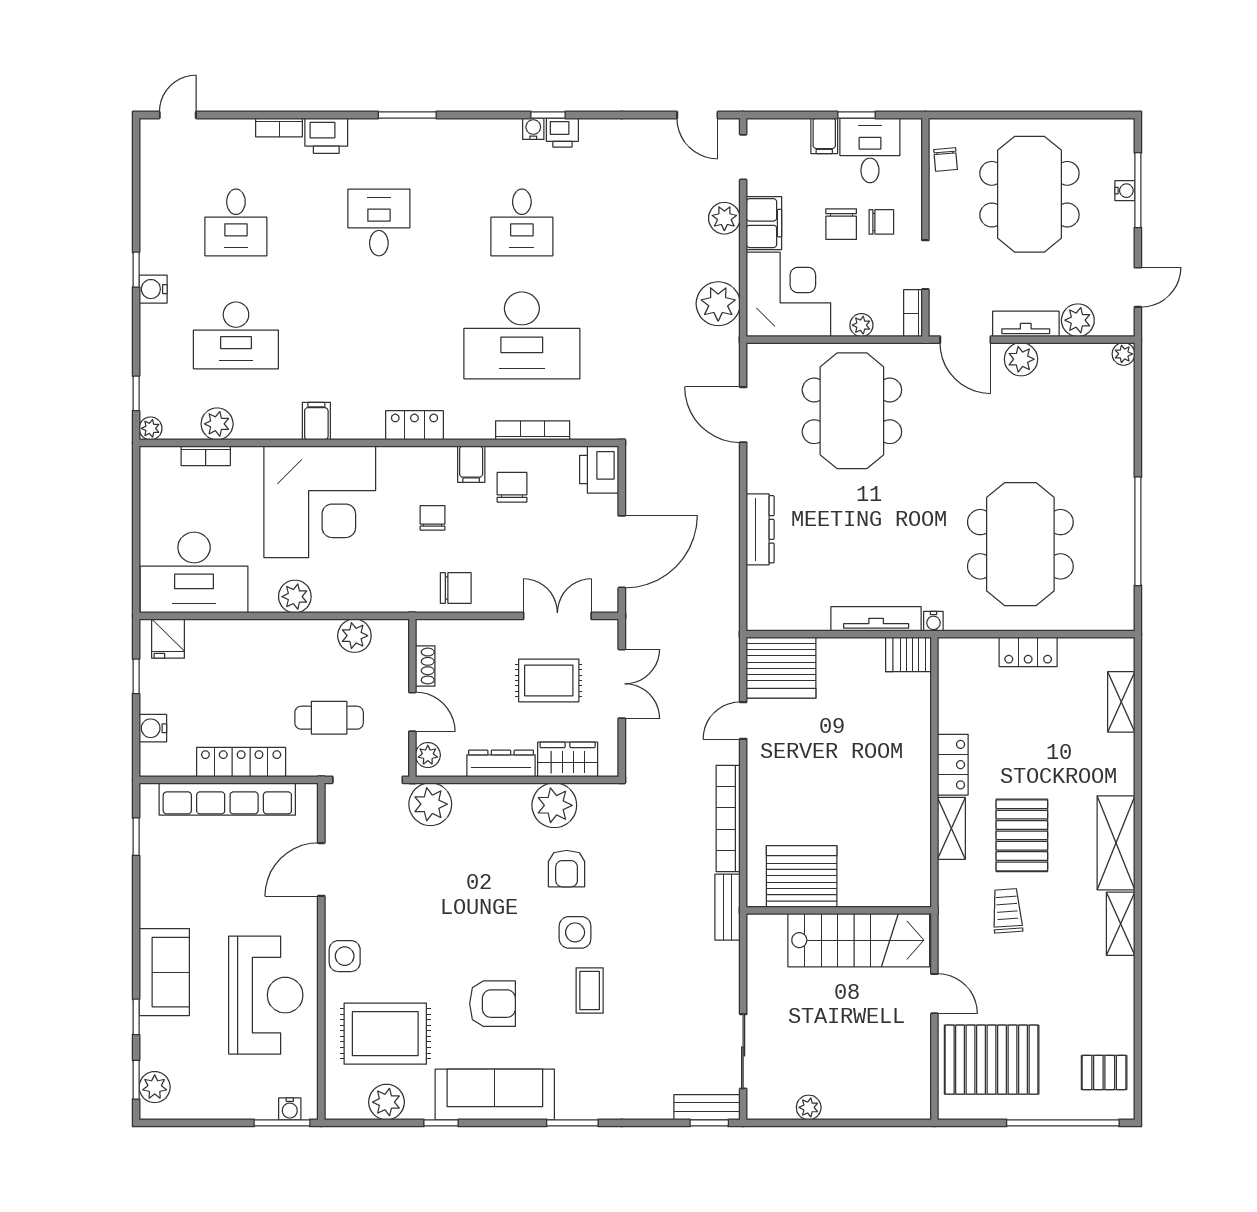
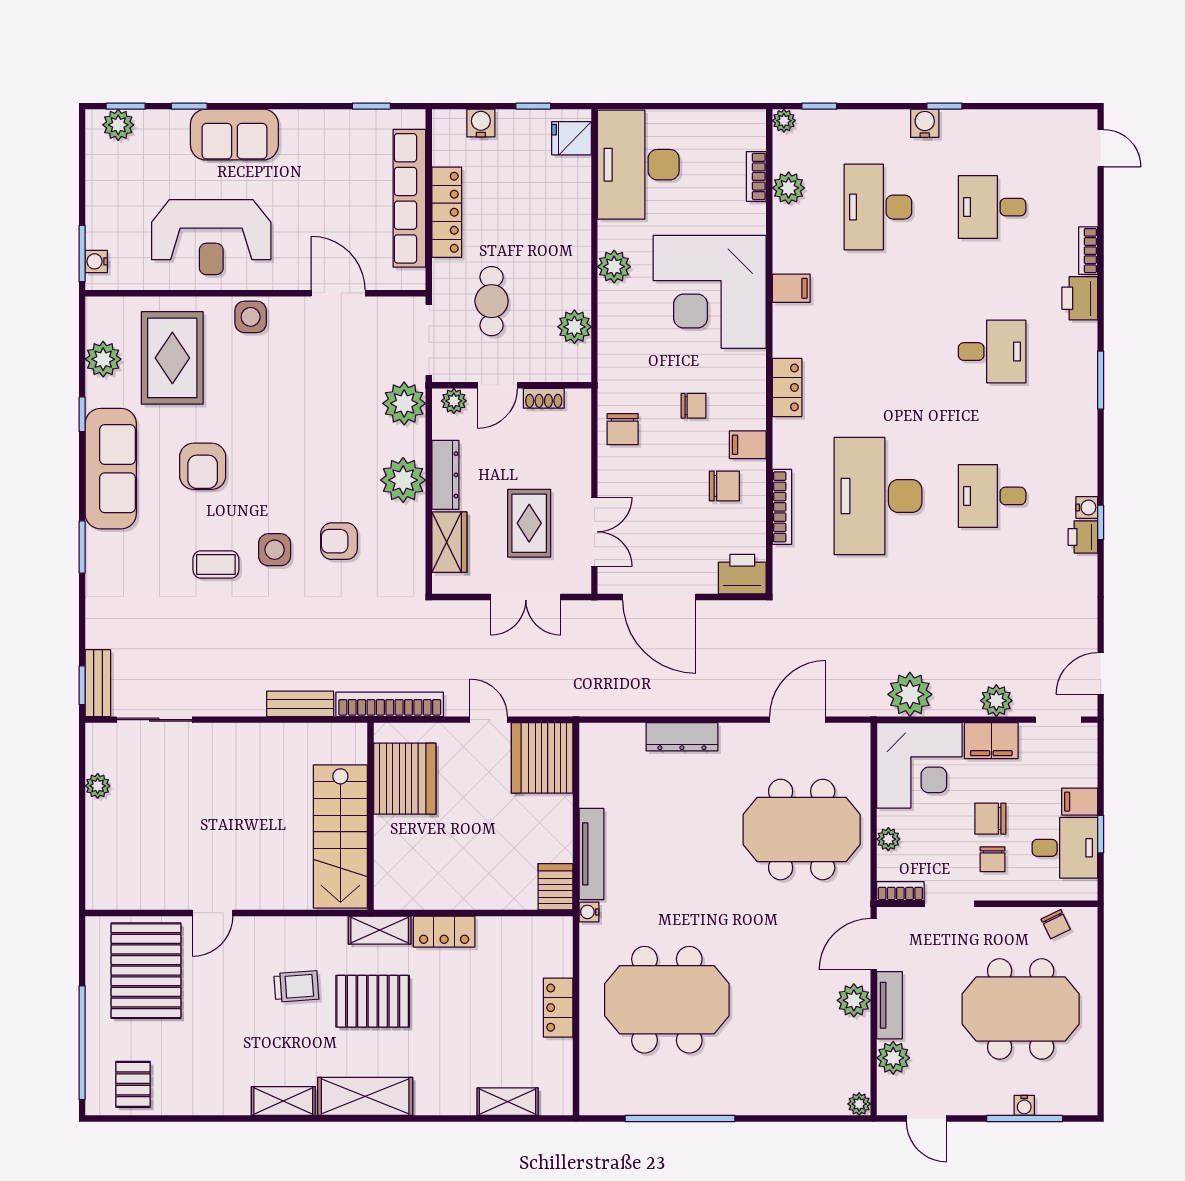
chair: (946, 159) -> (1056, 924), turned -111
plant: (554, 805) -> (403, 480), moved
server rack: (802, 877) -> (405, 779), moved
wall: (839, 910) -> (370, 816), moved
stairs: (859, 940) -> (340, 836), moved

